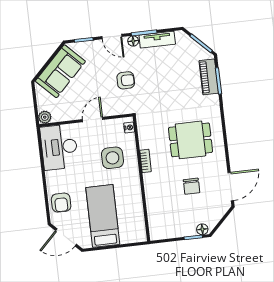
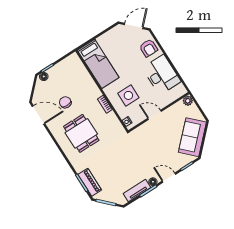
armchair: (126, 80) -> (145, 152), removed
door: (93, 120) -> (155, 115), swing flipped
dining table: (191, 140) -> (81, 133), turned 90
desk: (59, 147) -> (162, 75), moved
door: (231, 187) -> (38, 115), swing flipped
armchair: (61, 203) -> (149, 48), turned 180
bed: (103, 216) -> (98, 64), moved

